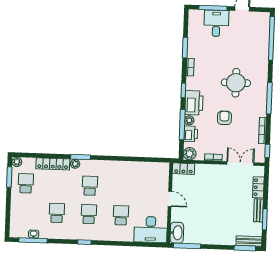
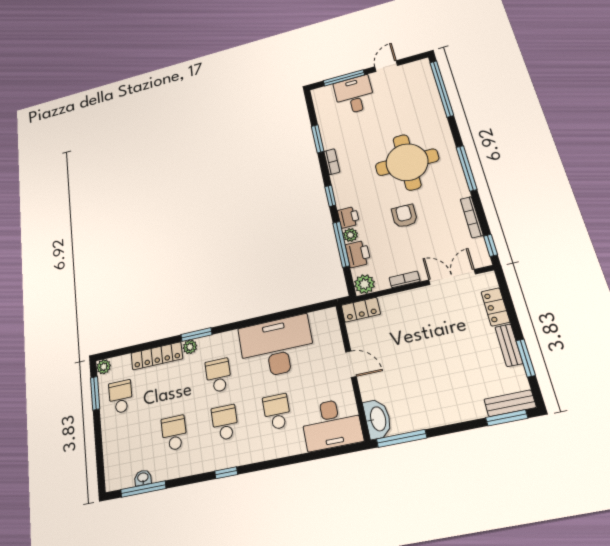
round table: (236, 83) -> (407, 162), width x1.36, depth x1.36
printer: (194, 103) -> (348, 217), width x0.53, depth x0.68
desk: (129, 178) -> (277, 347), added

